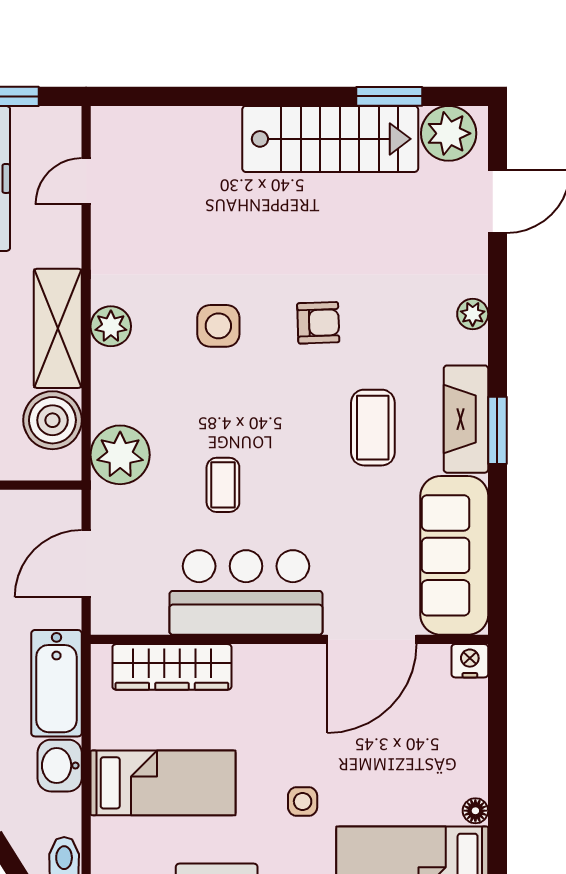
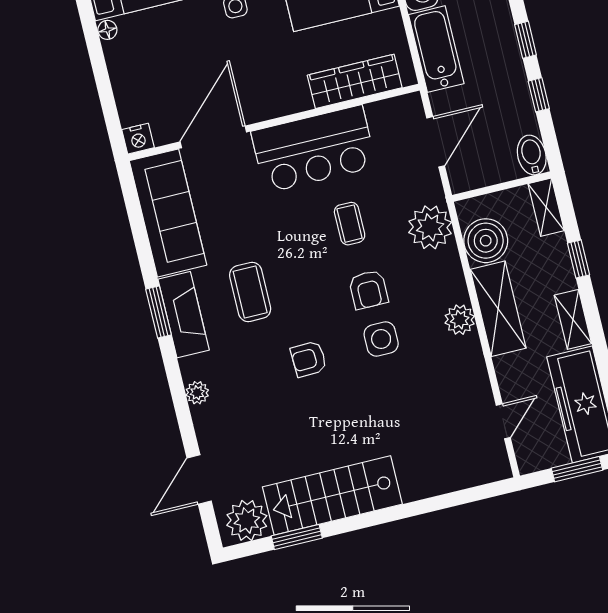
armchair: (219, 394) -> (368, 290), added

